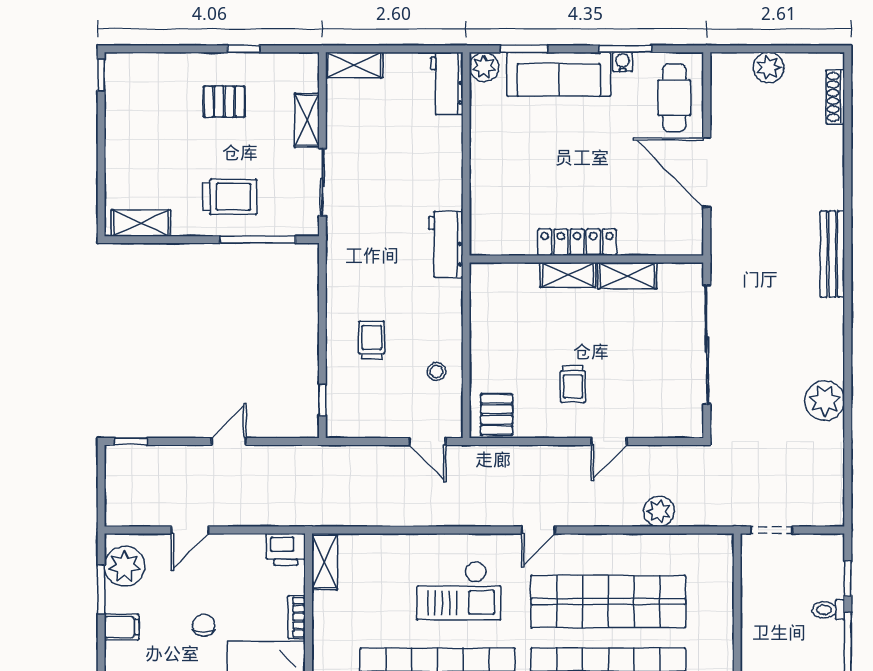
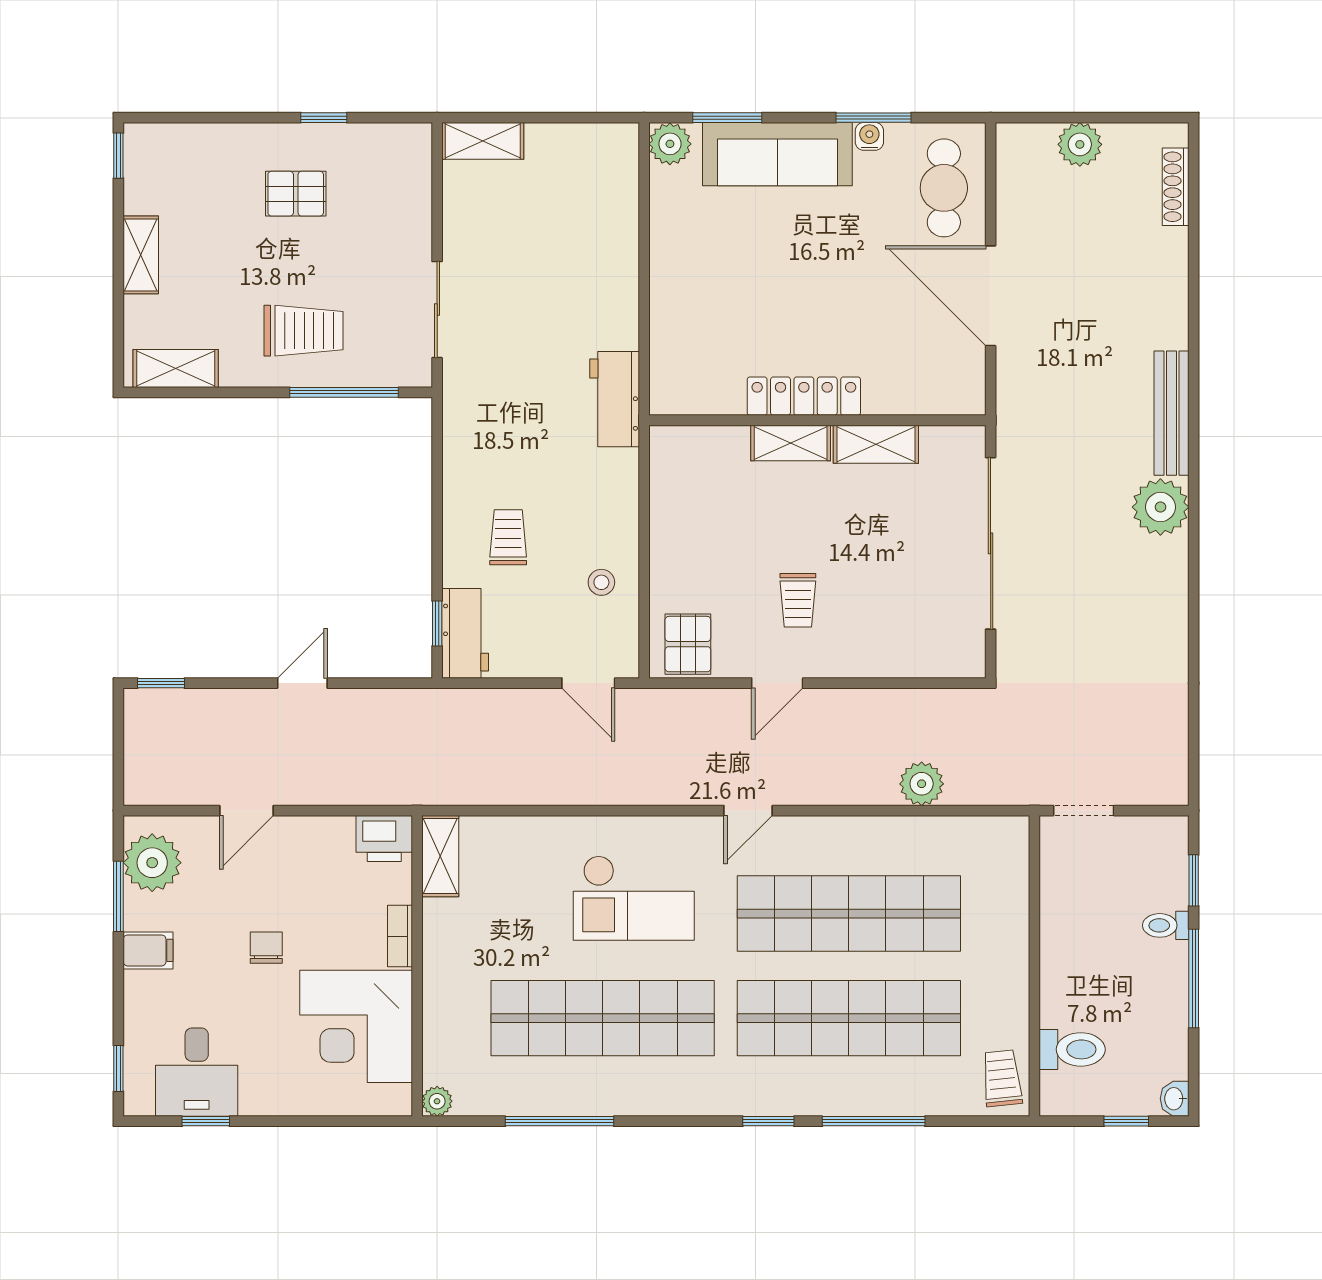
workbench: (447, 83) -> (465, 633), moved, turned 180
shelving: (307, 120) -> (141, 255), moved
plant: (825, 401) -> (1160, 507), moved
door: (609, 441) -> (777, 683), moved

